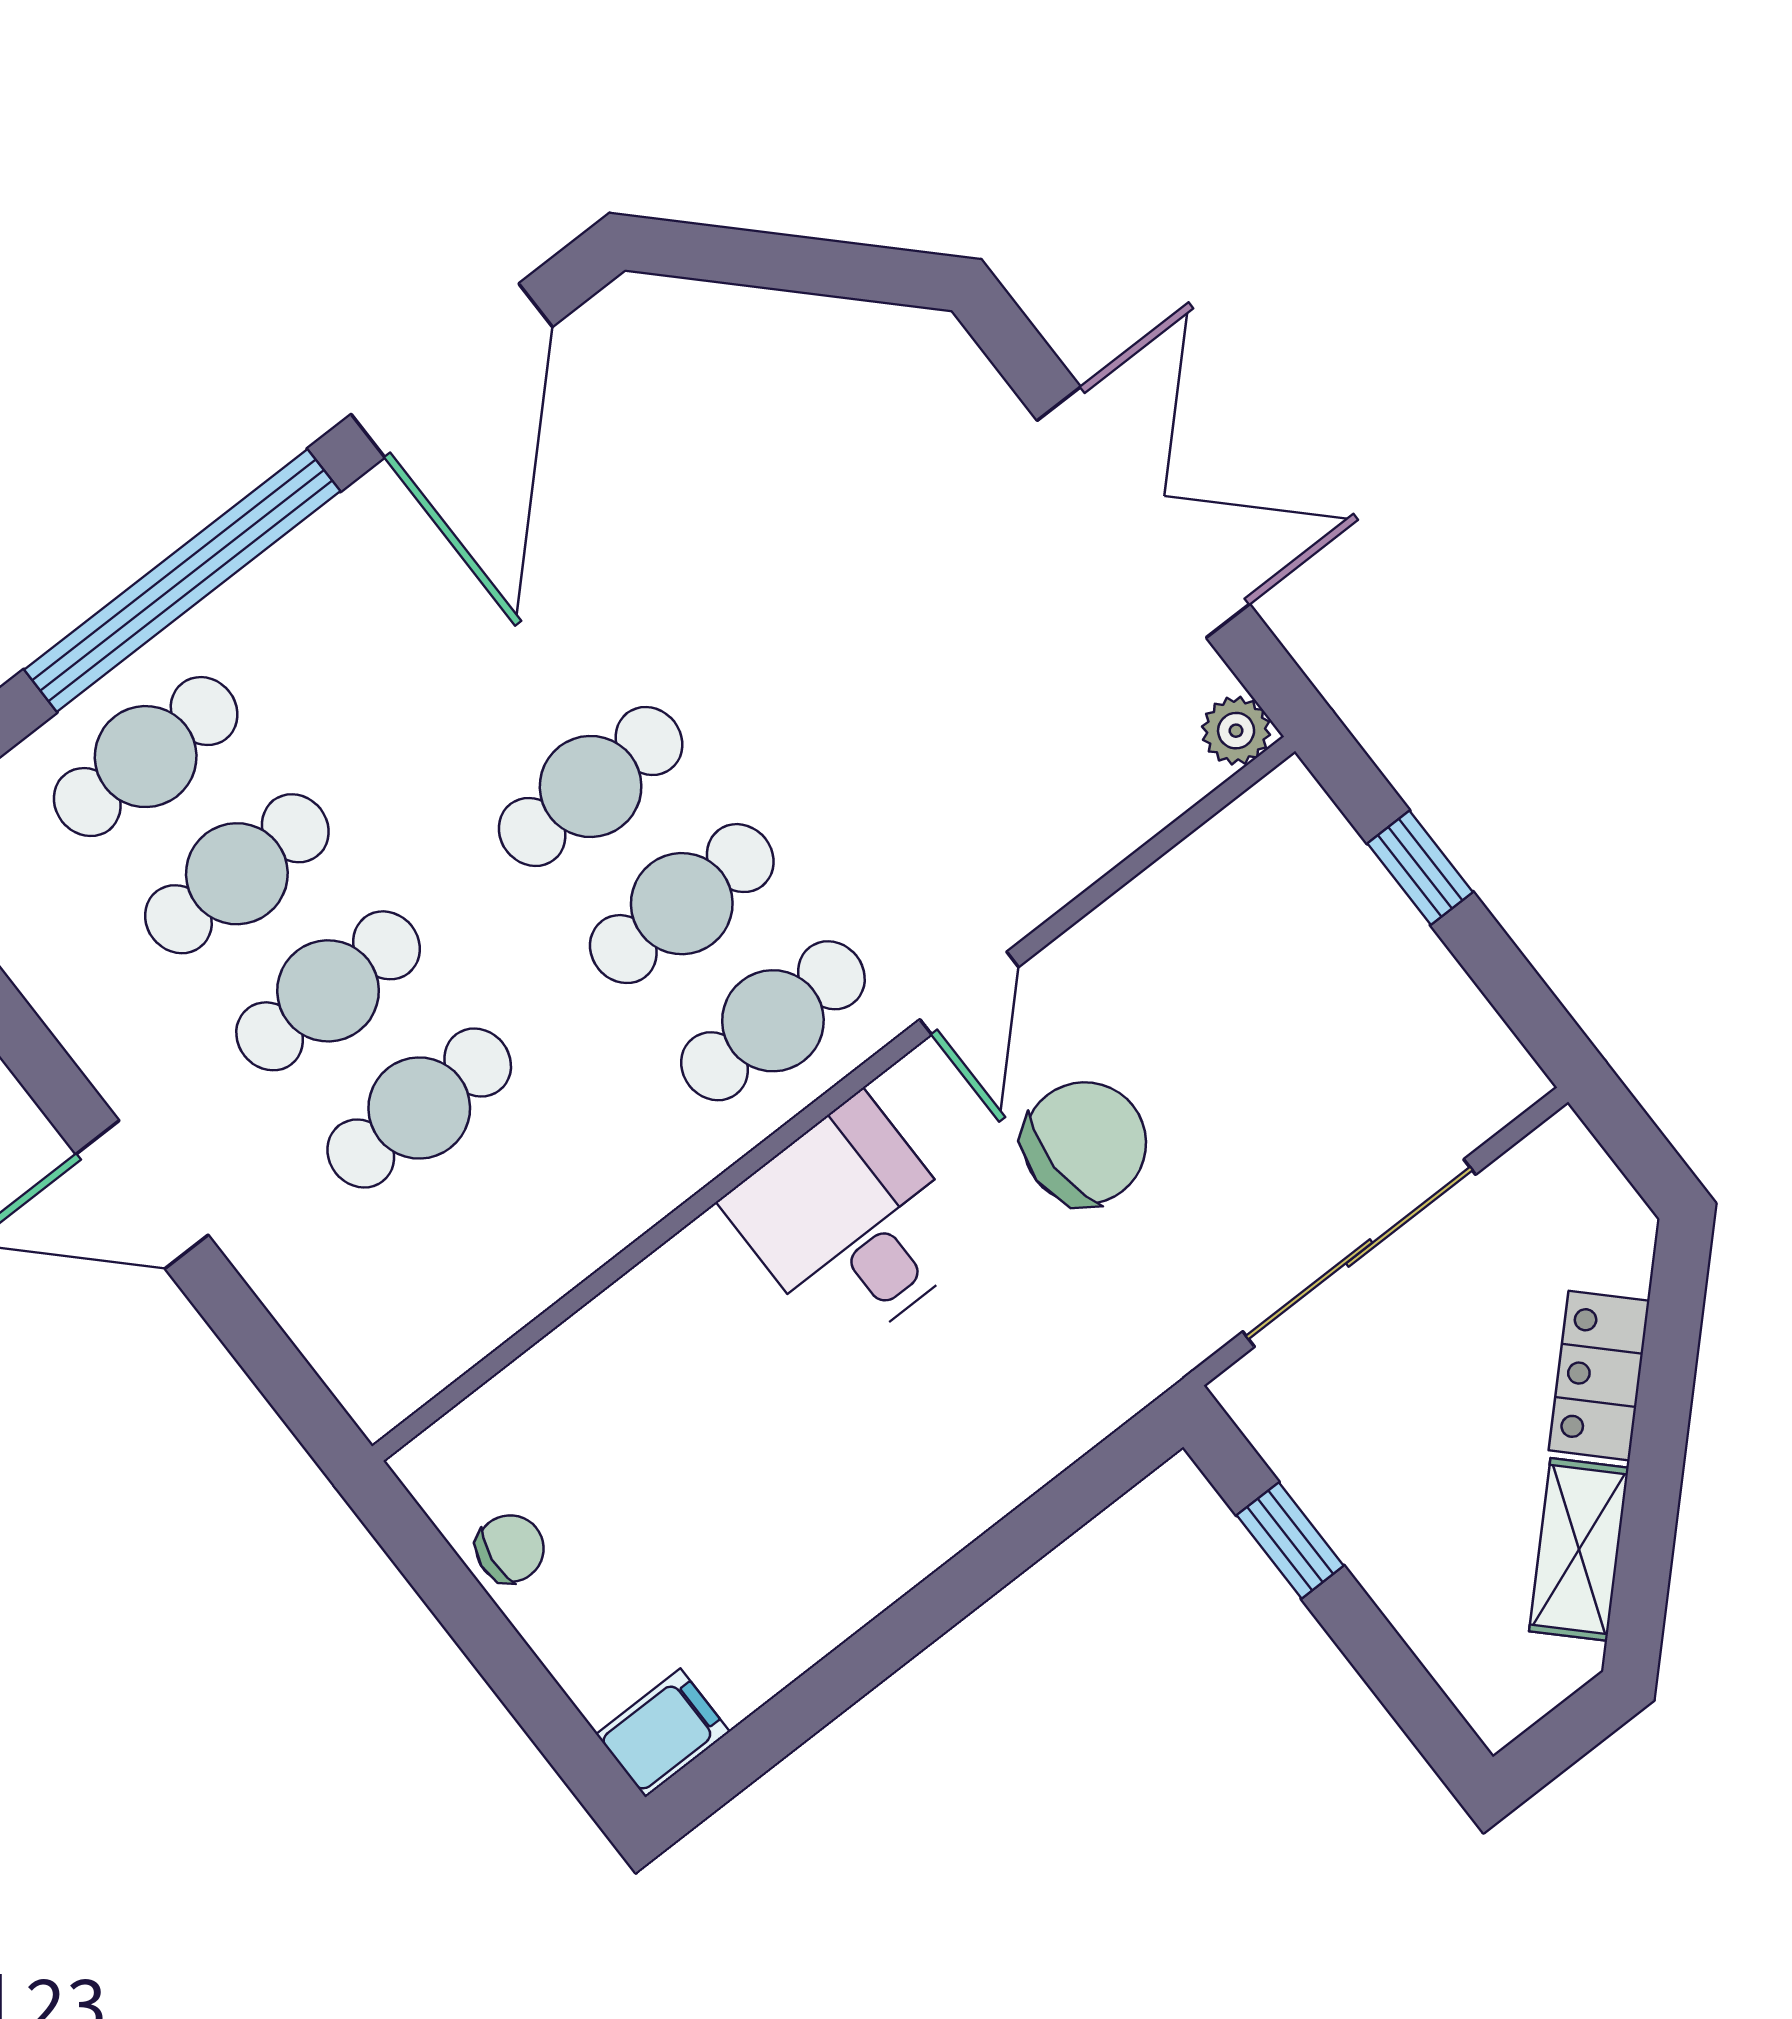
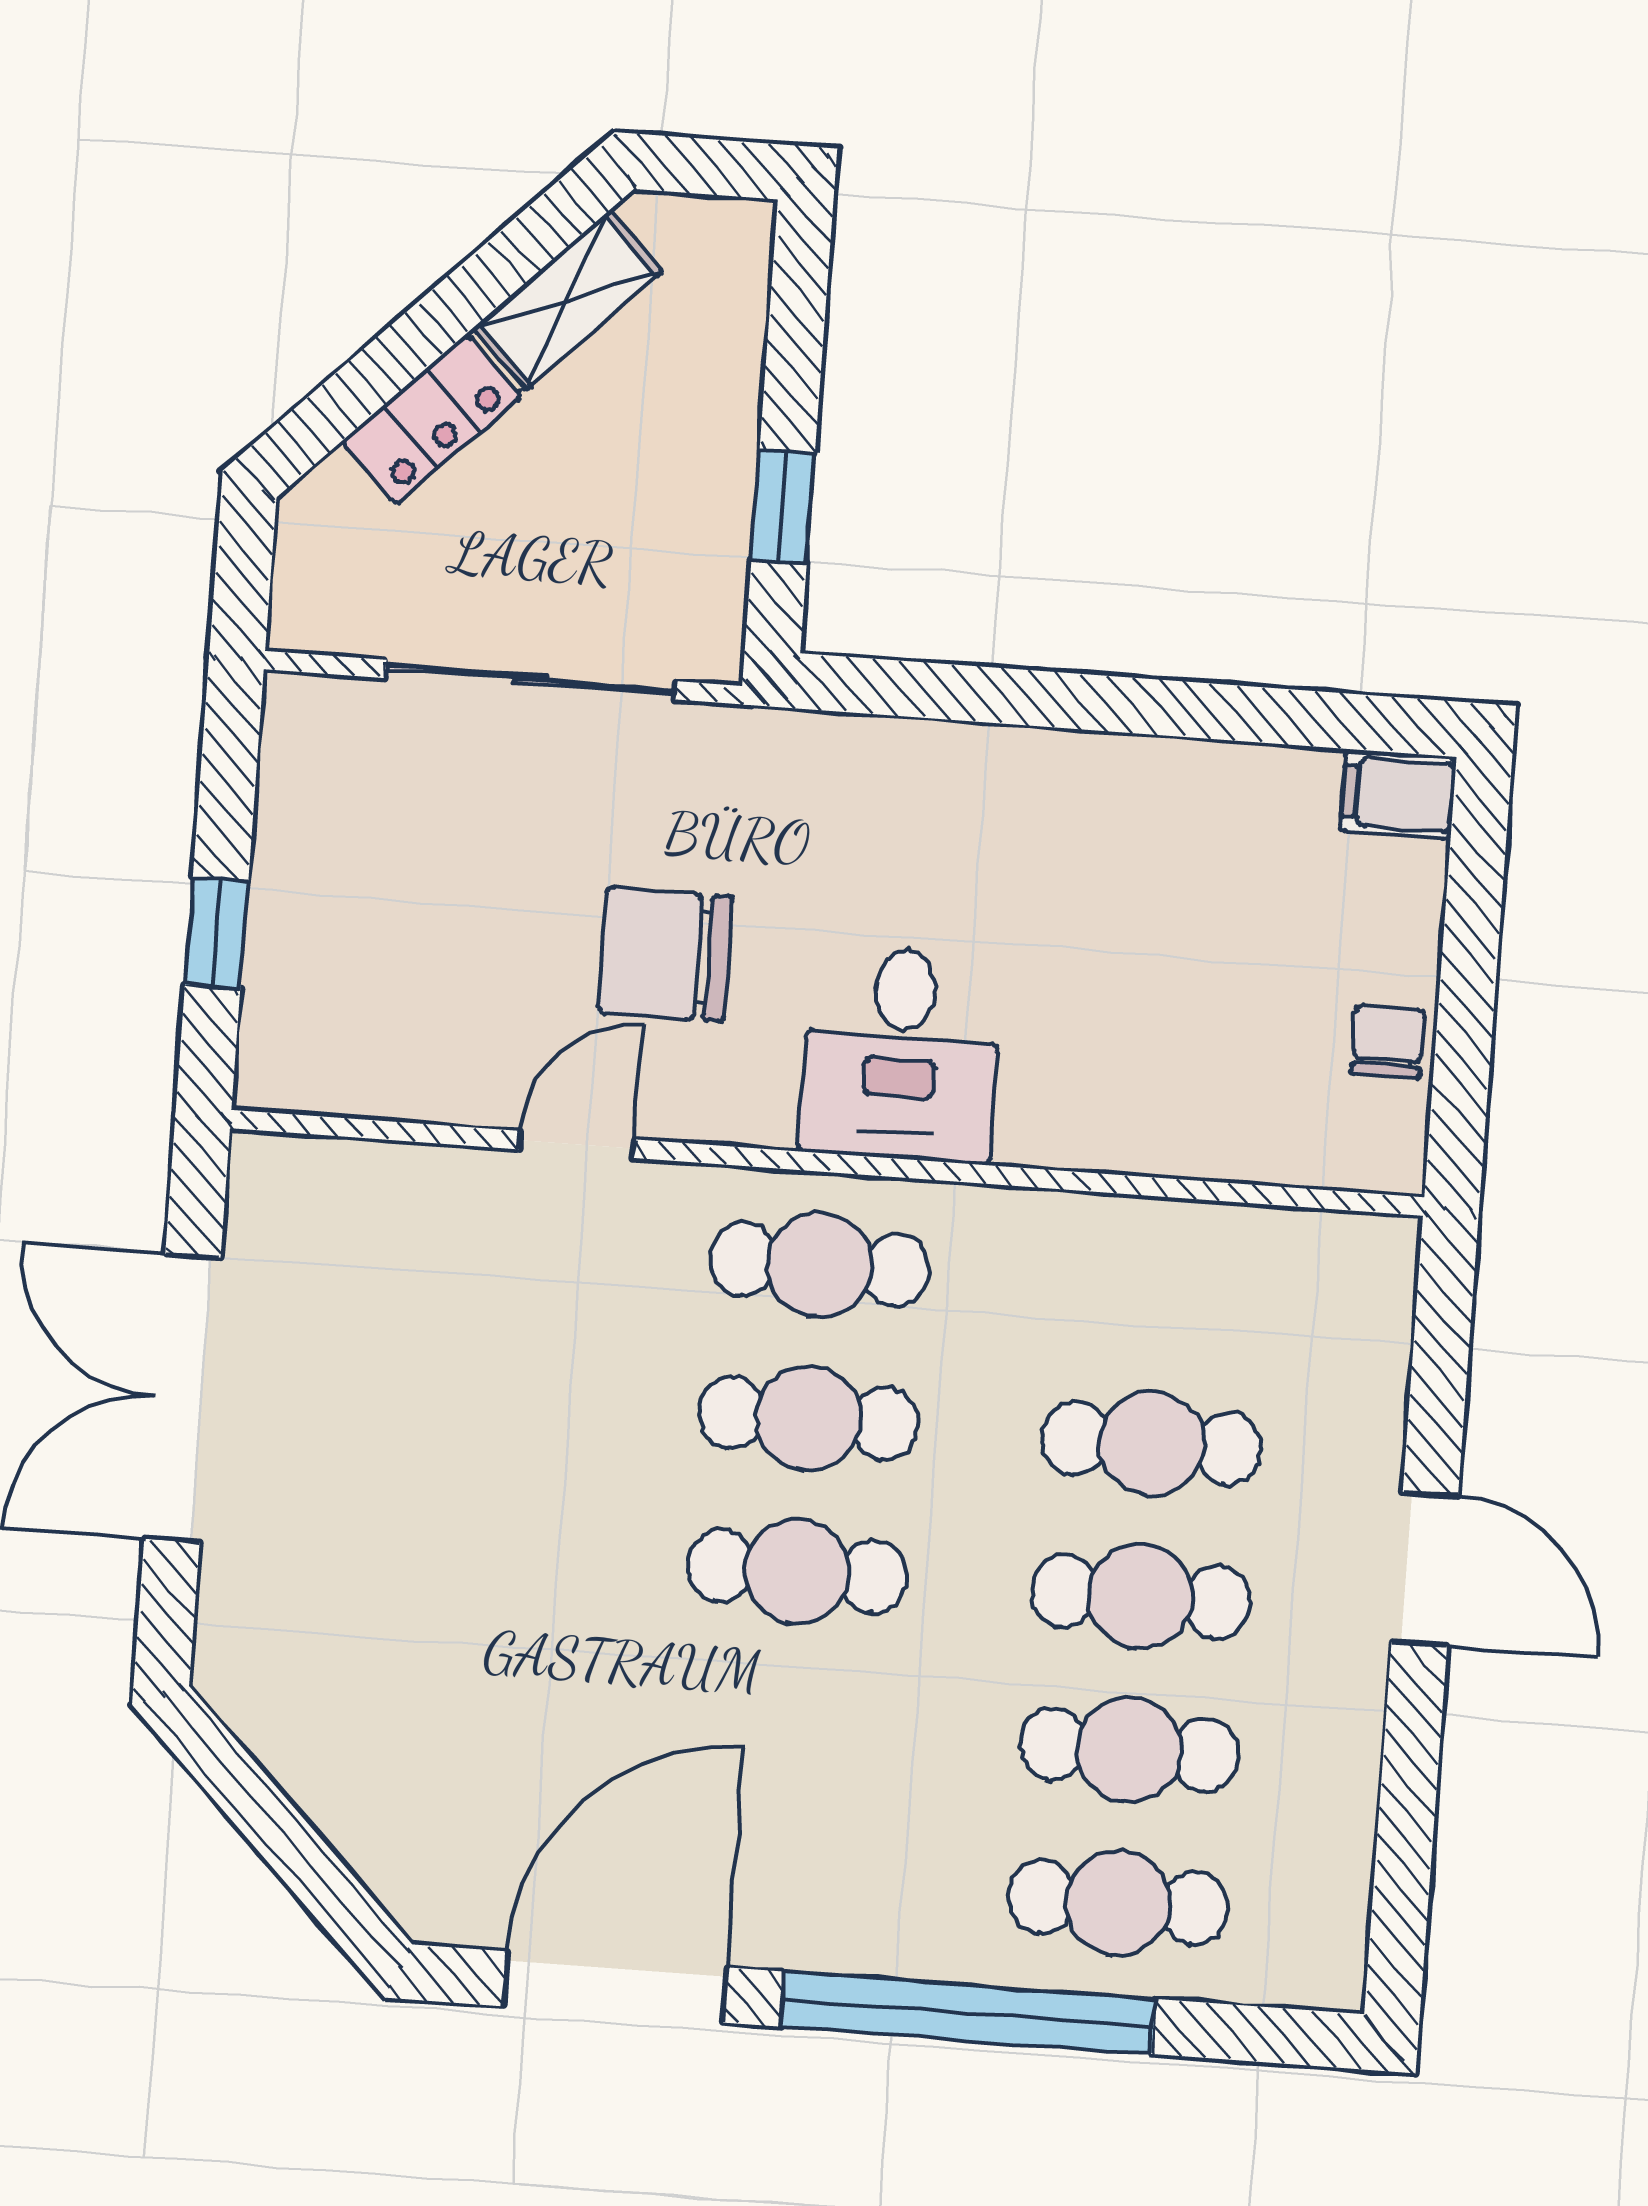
plant: (1236, 731) -> (263, 1166), removed
door: (969, 993) -> (576, 1144), moved
chair: (510, 1549) -> (1388, 1042), turned 83

